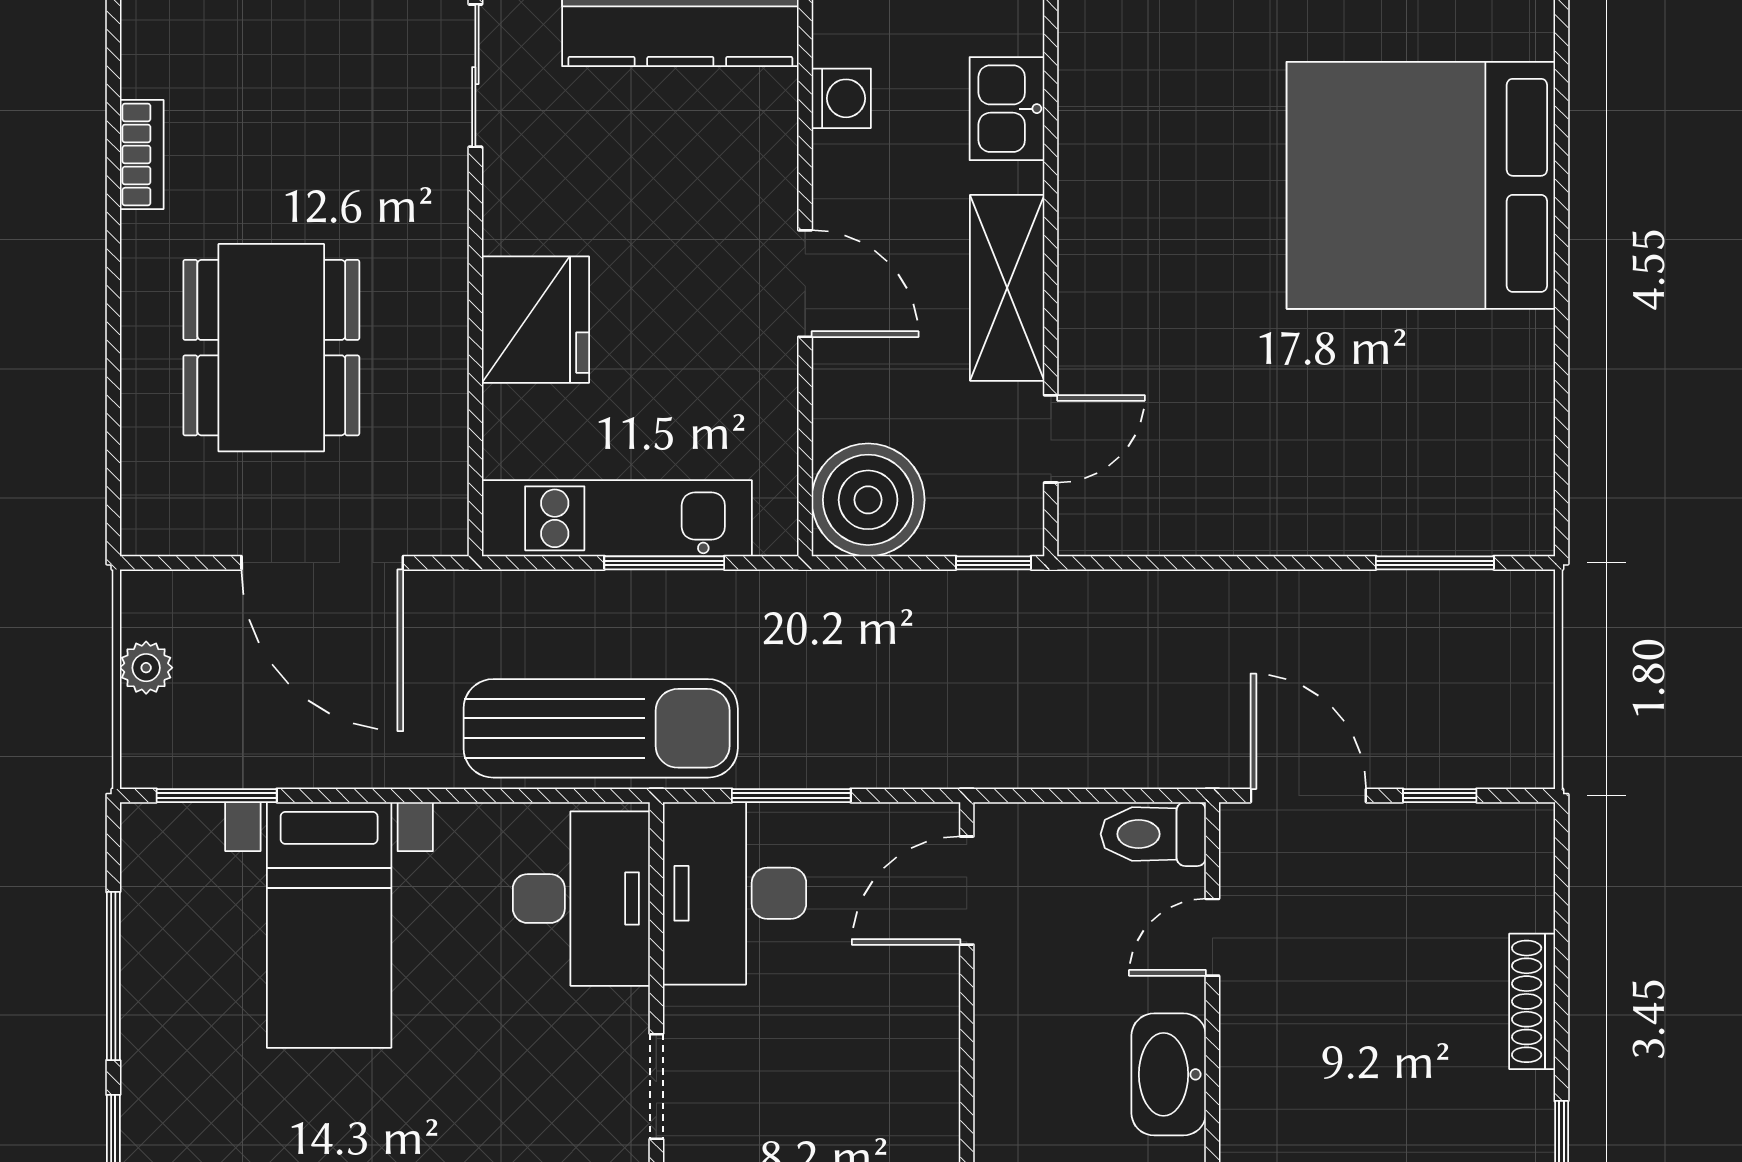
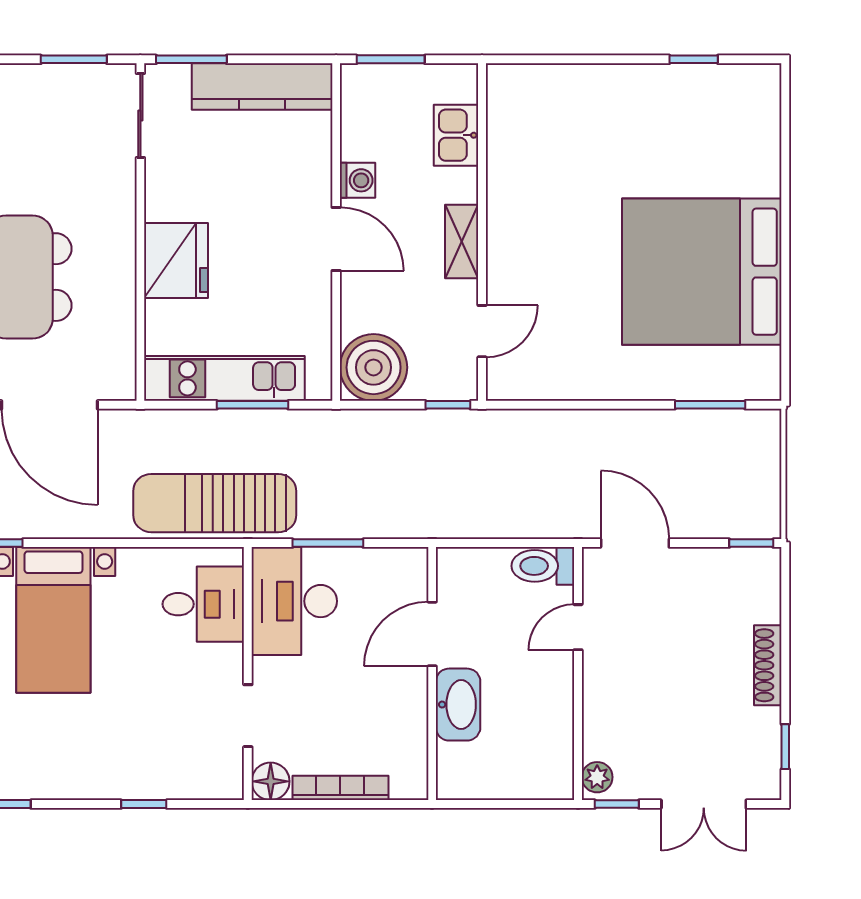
washing machine: (841, 98) -> (358, 180), moved
bed: (1421, 185) -> (702, 272), moved
shelving: (1007, 288) -> (462, 242), width x0.67, depth x0.75
sun lounger: (601, 728) -> (215, 503), turned 180
window: (1440, 796) -> (751, 543), moved
door: (967, 891) -> (432, 634), moved
desk: (581, 899) -> (203, 604), width x0.73
washbasin: (1169, 1074) -> (458, 705), moved, turned 180

